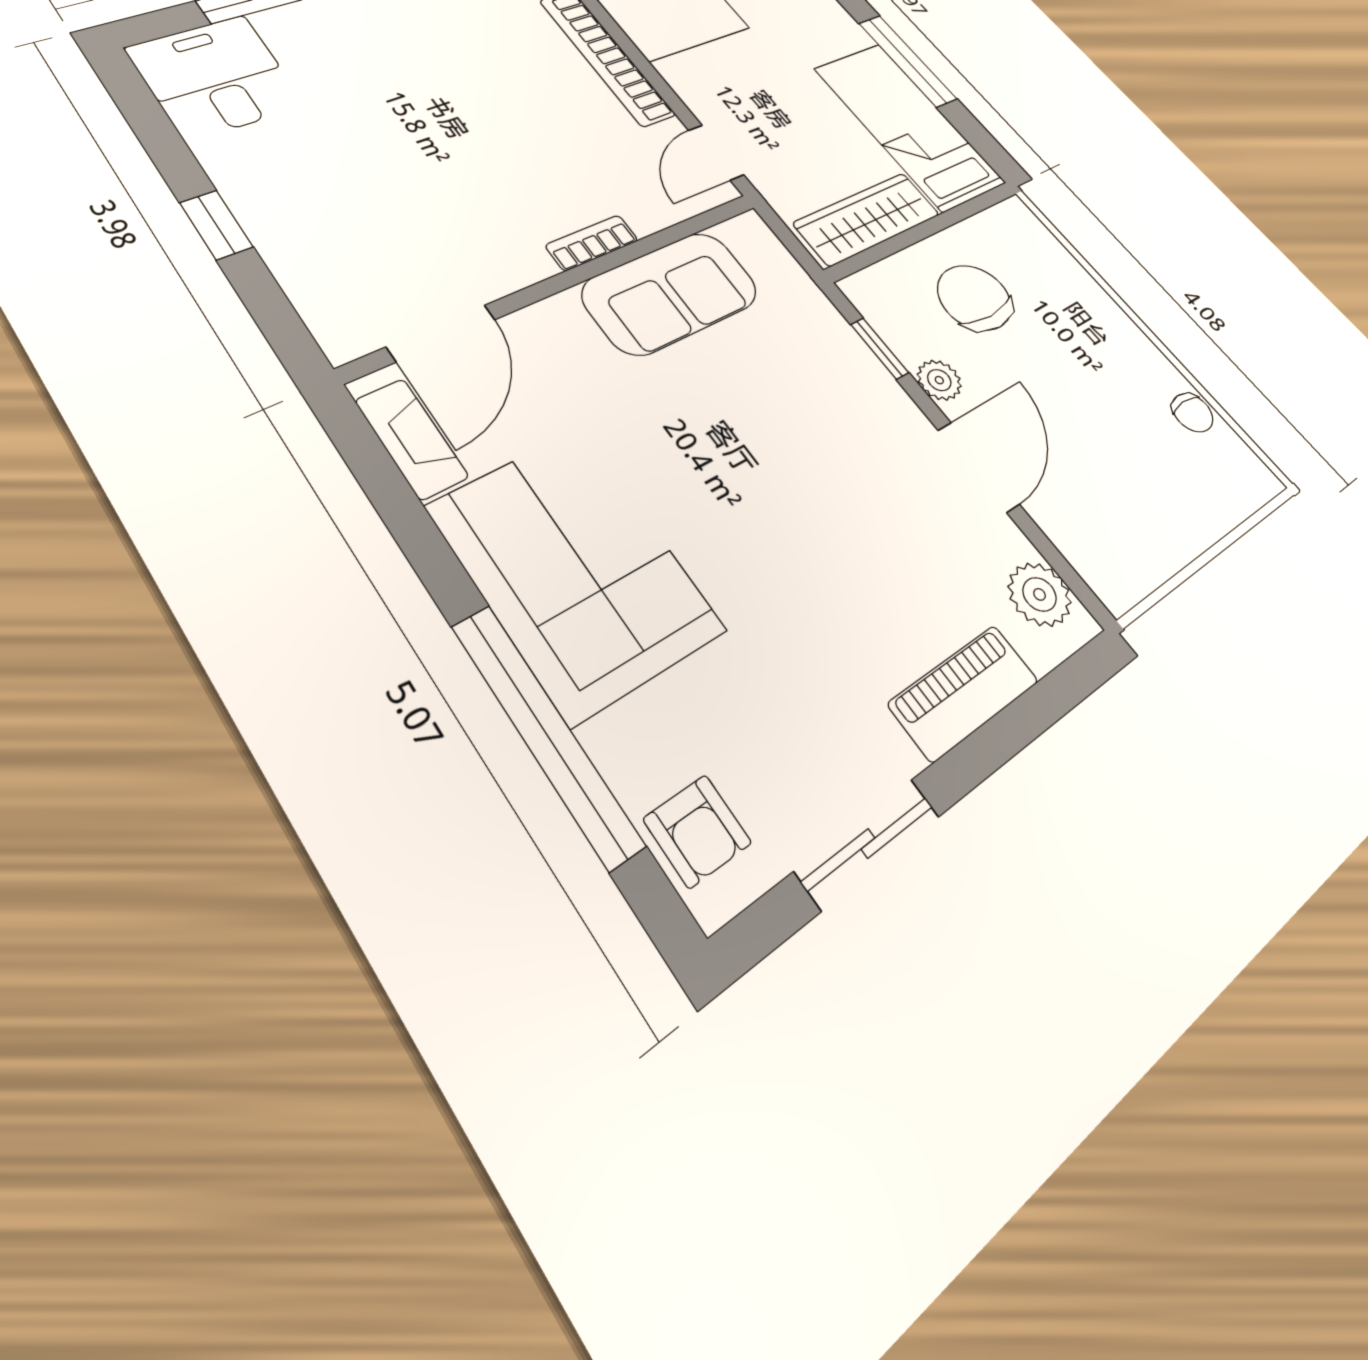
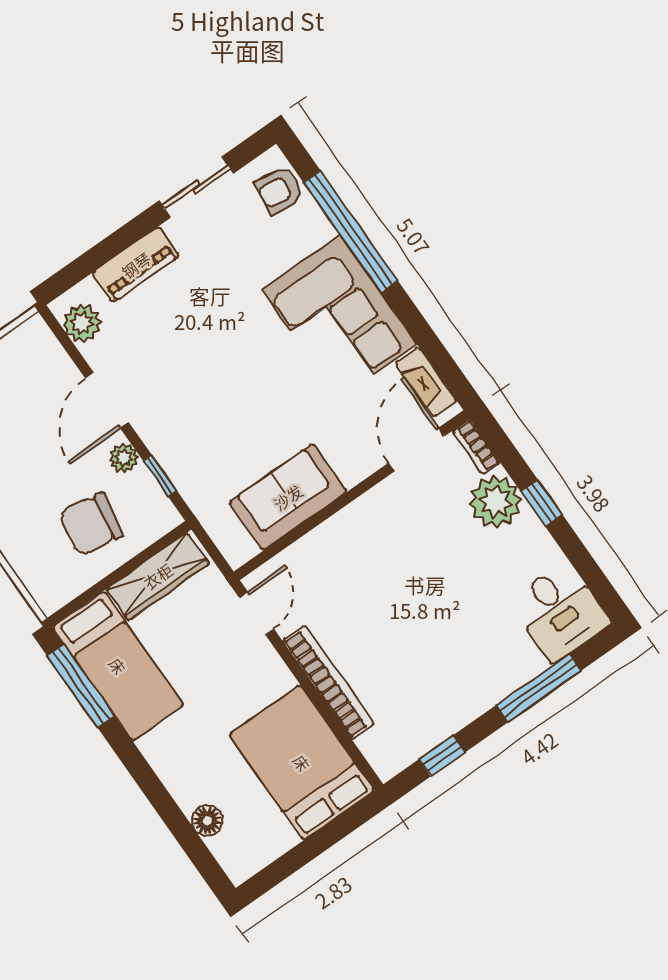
window: (907, 61) -> (81, 686), moved
plant: (304, 238) -> (496, 502), added
bookcase: (592, 243) -> (476, 447), moved, turned 90
chair: (974, 298) -> (91, 524), turned 100
armchair: (697, 831) -> (279, 190), turned -83

